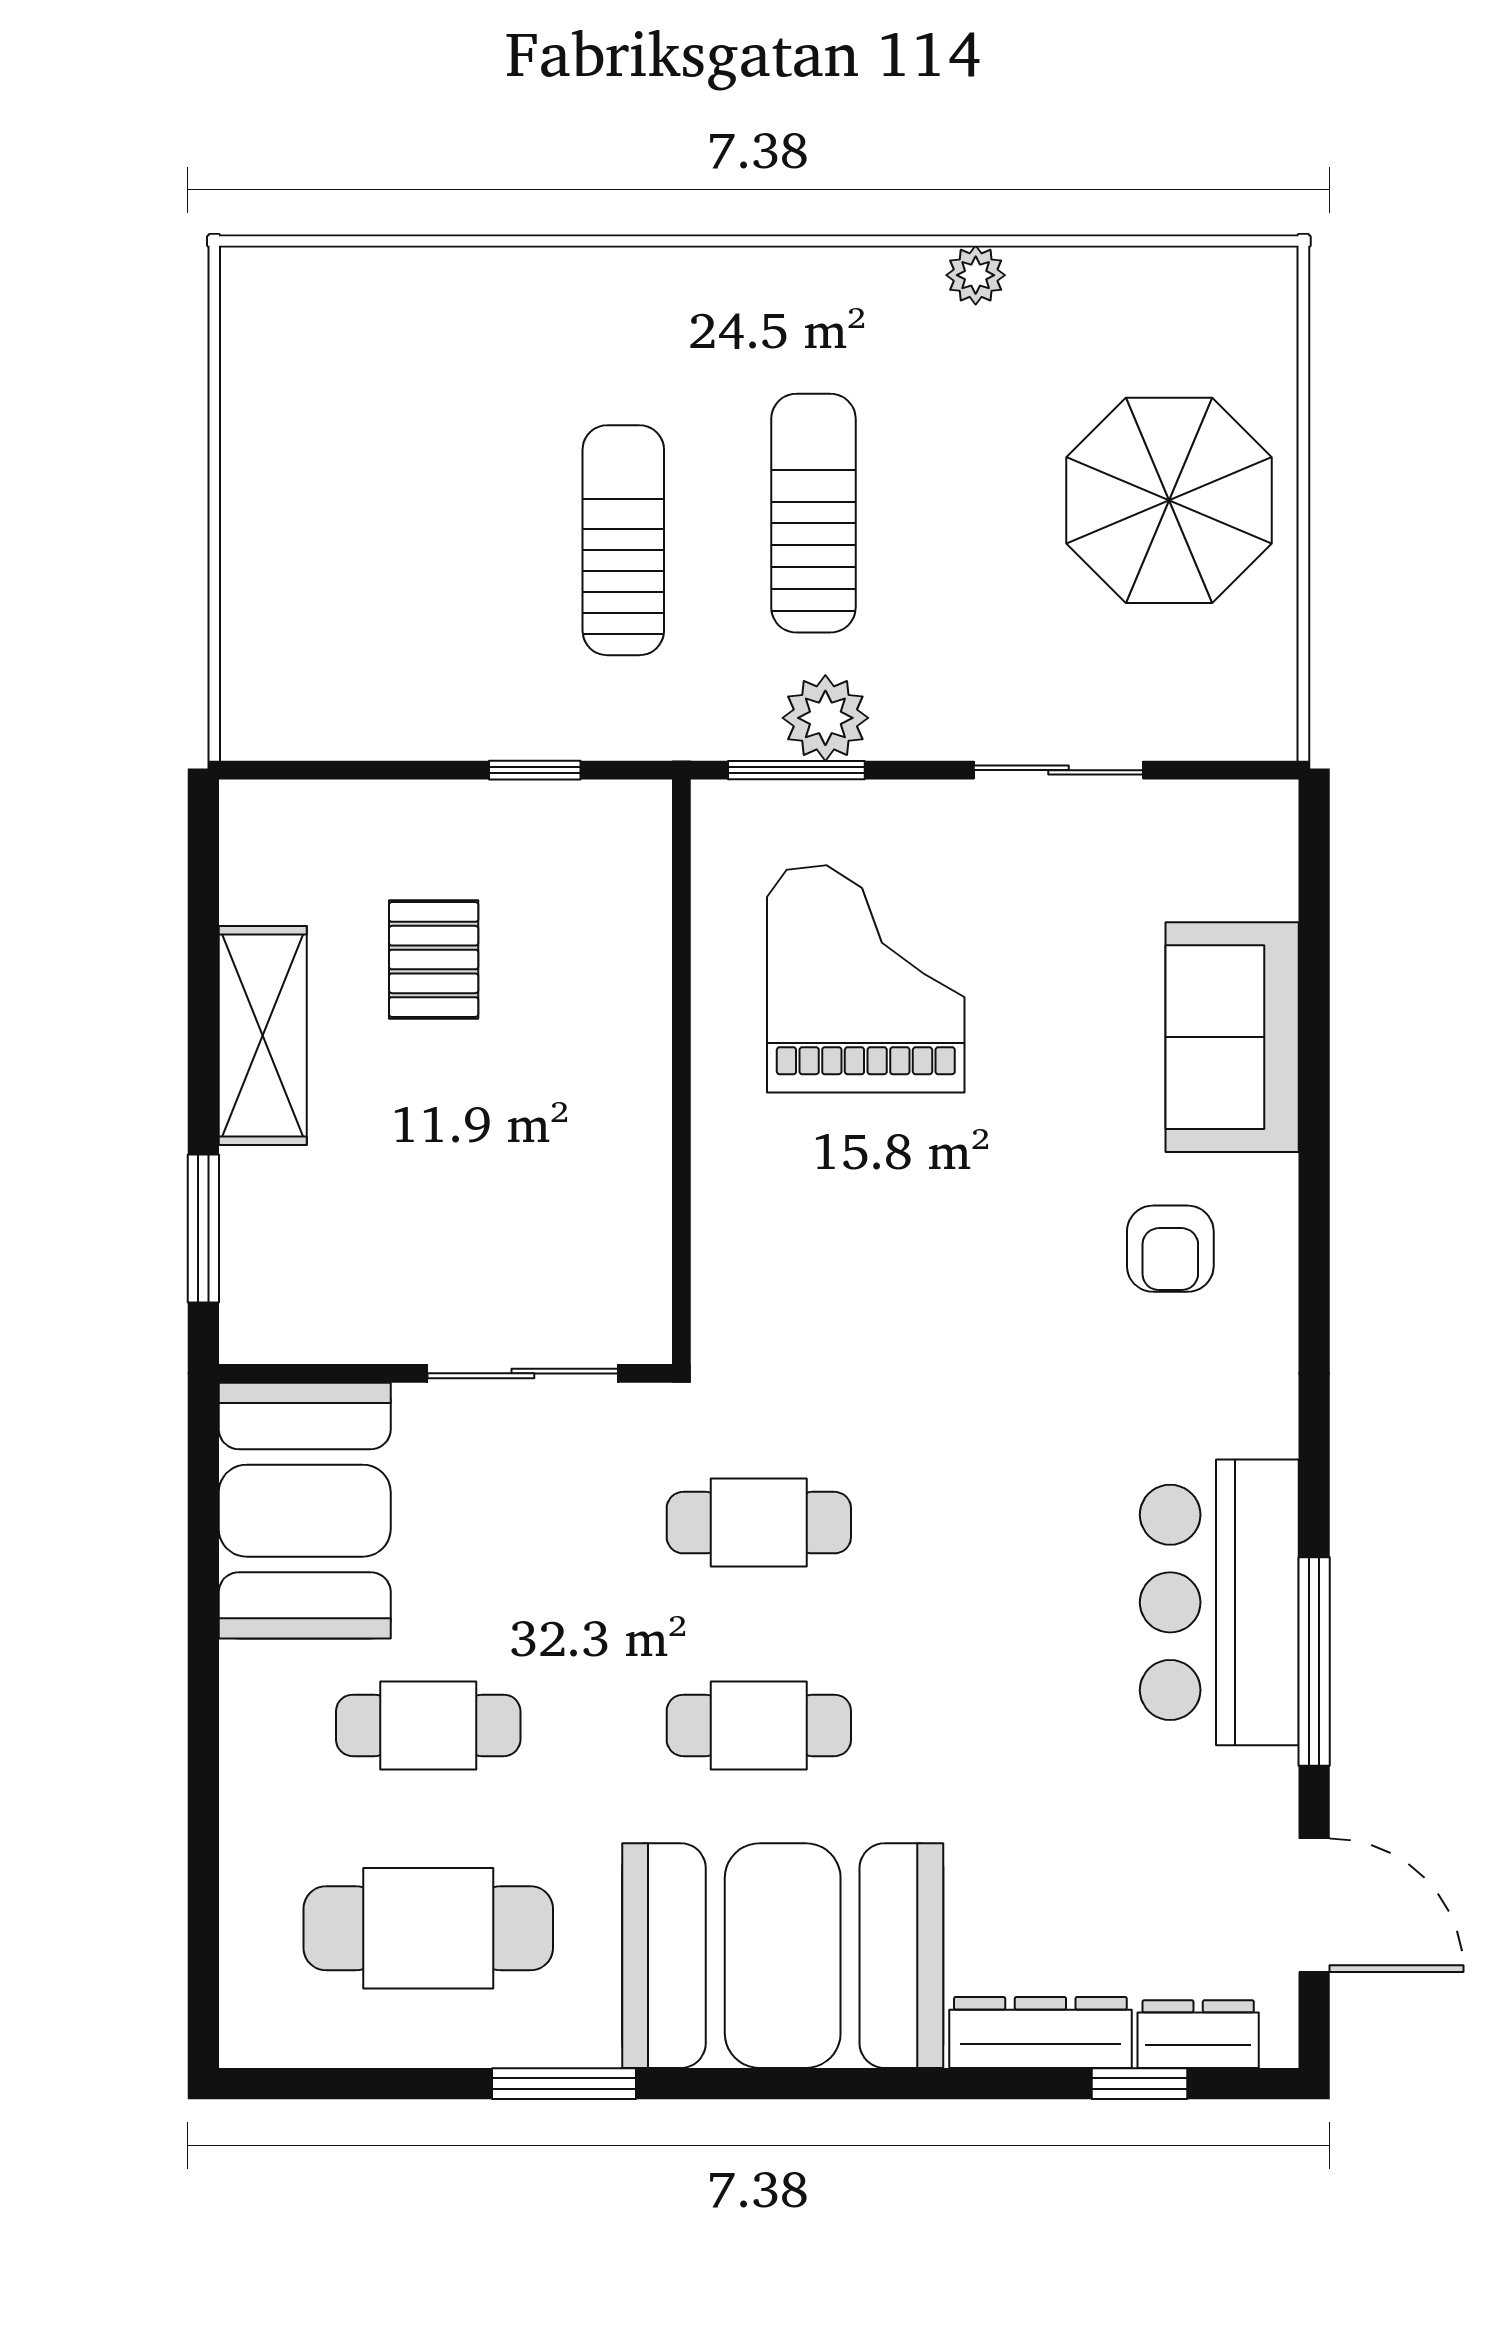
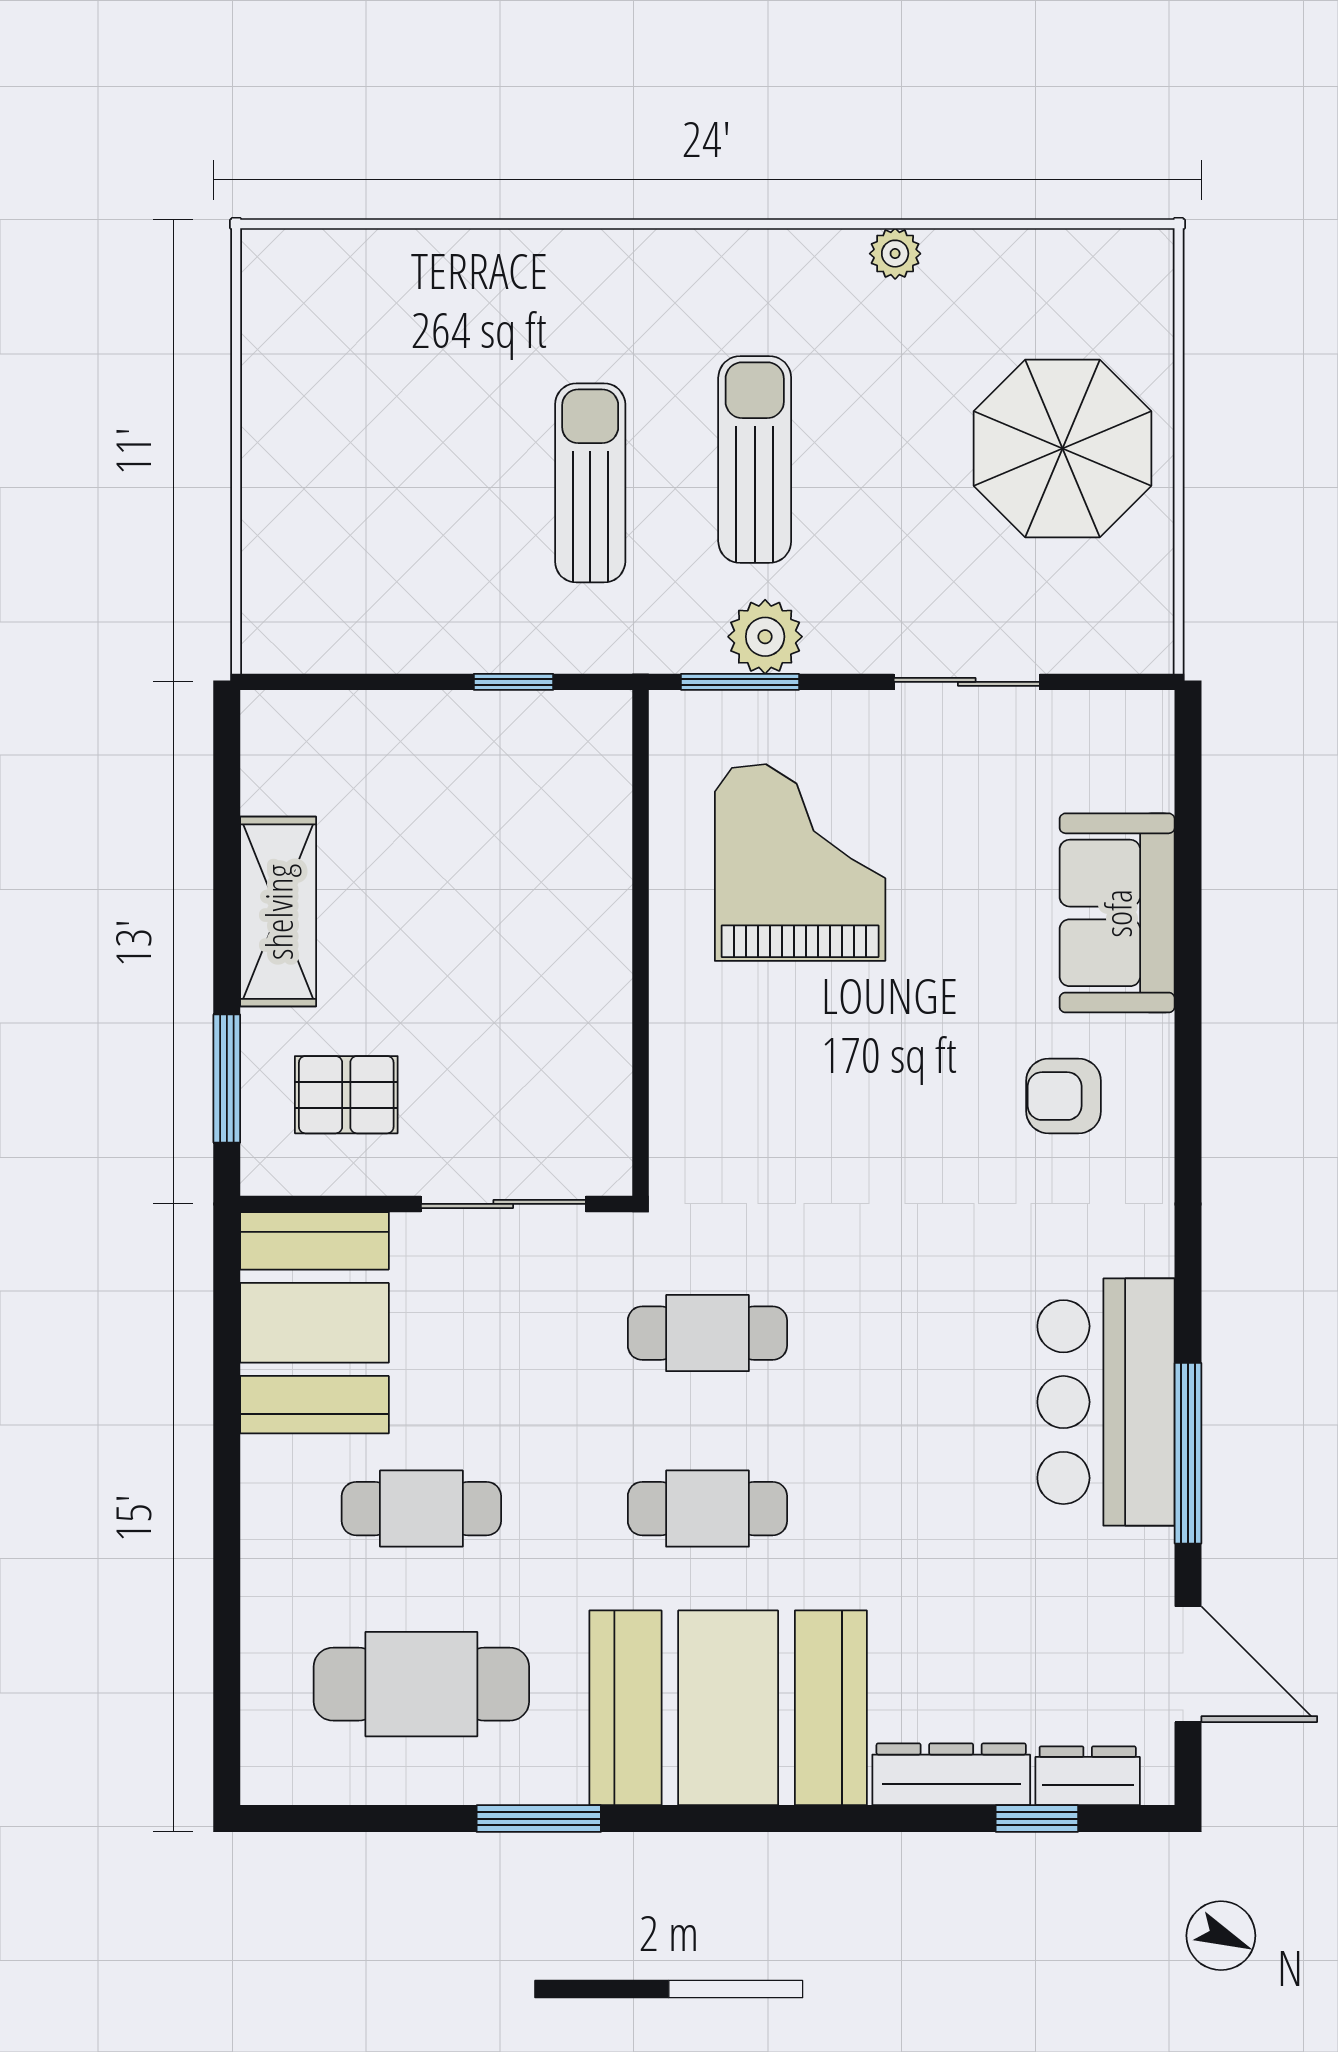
pallet: (434, 960) -> (346, 1095), moved, turned 90
armchair: (1170, 1249) -> (1064, 1096), turned 90

